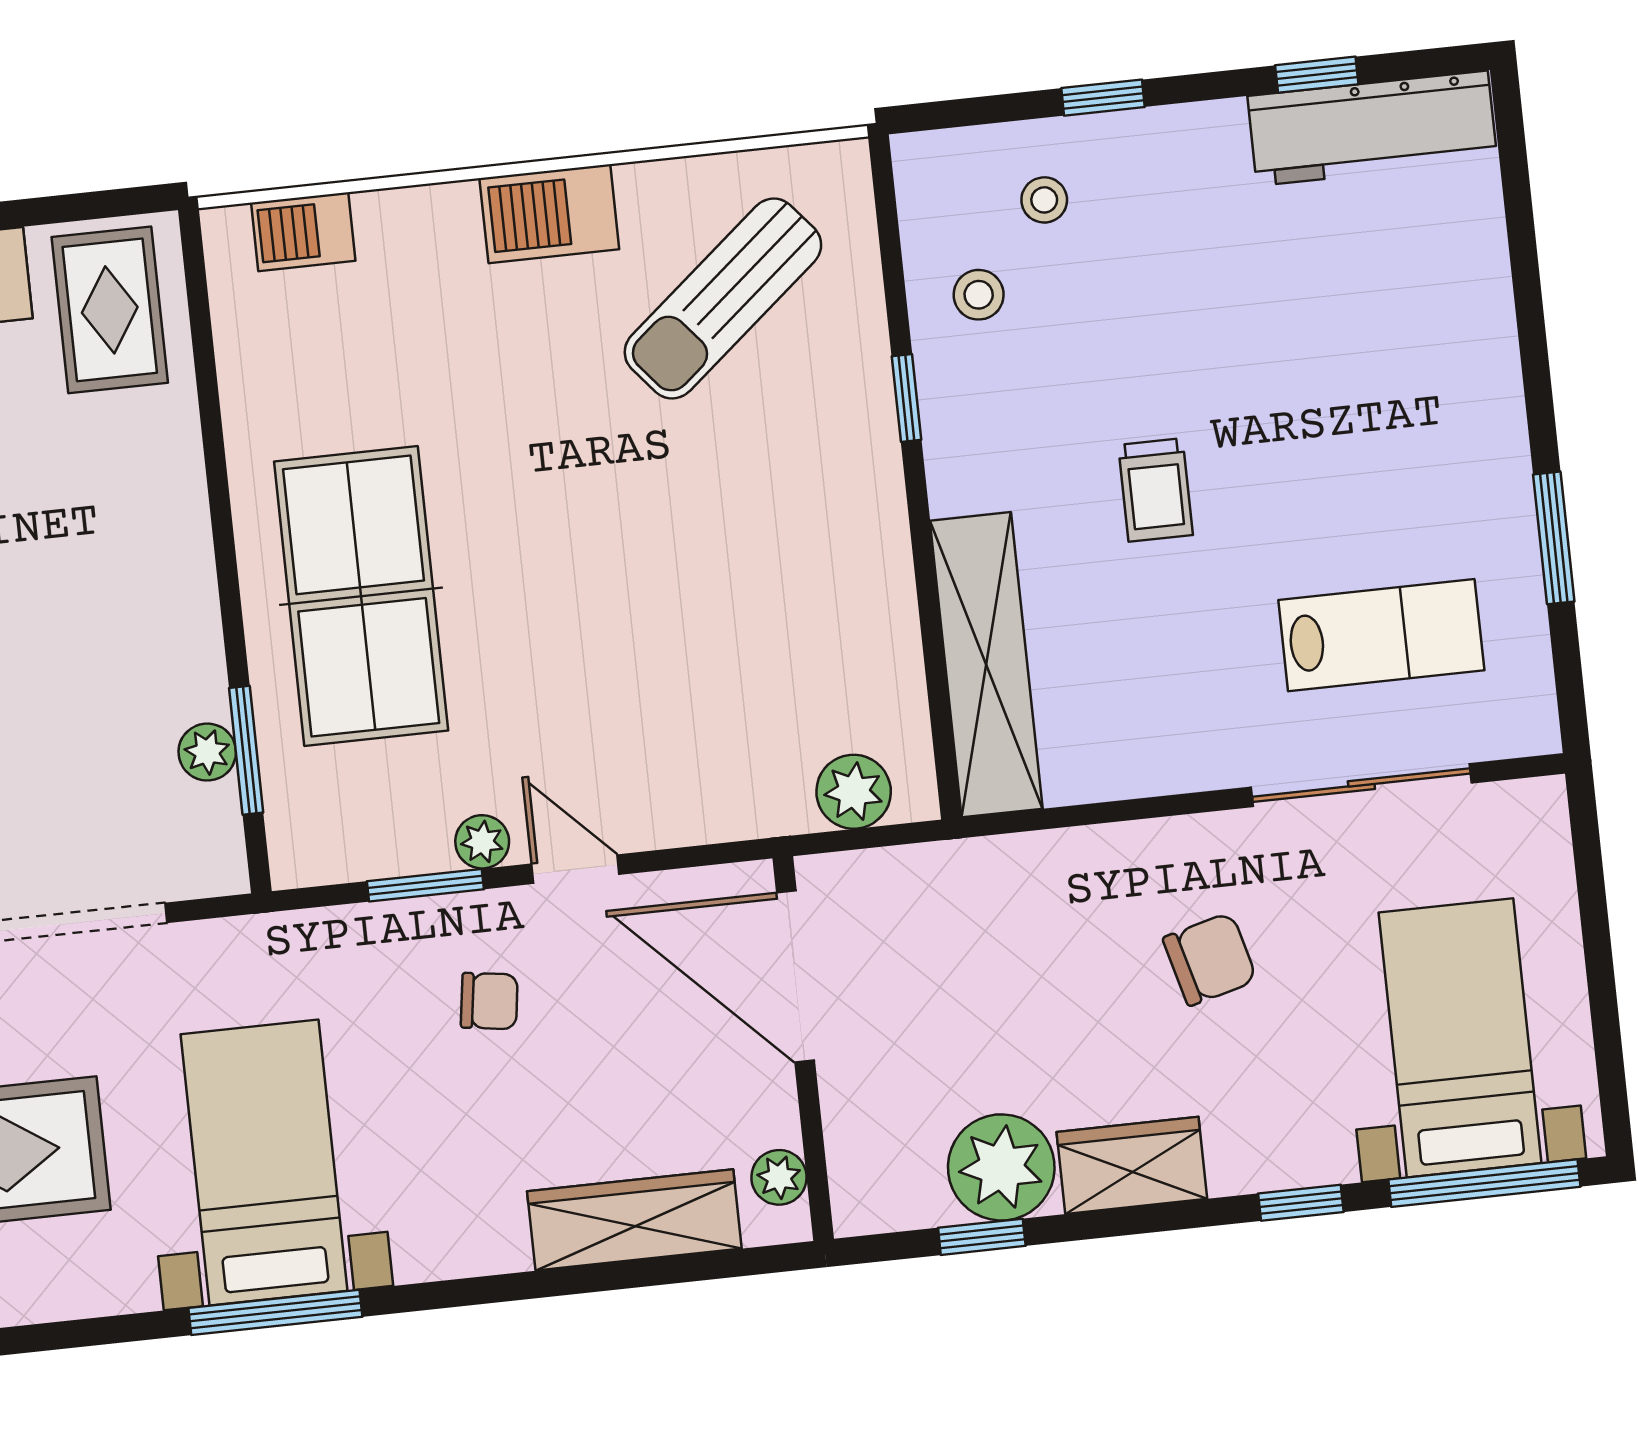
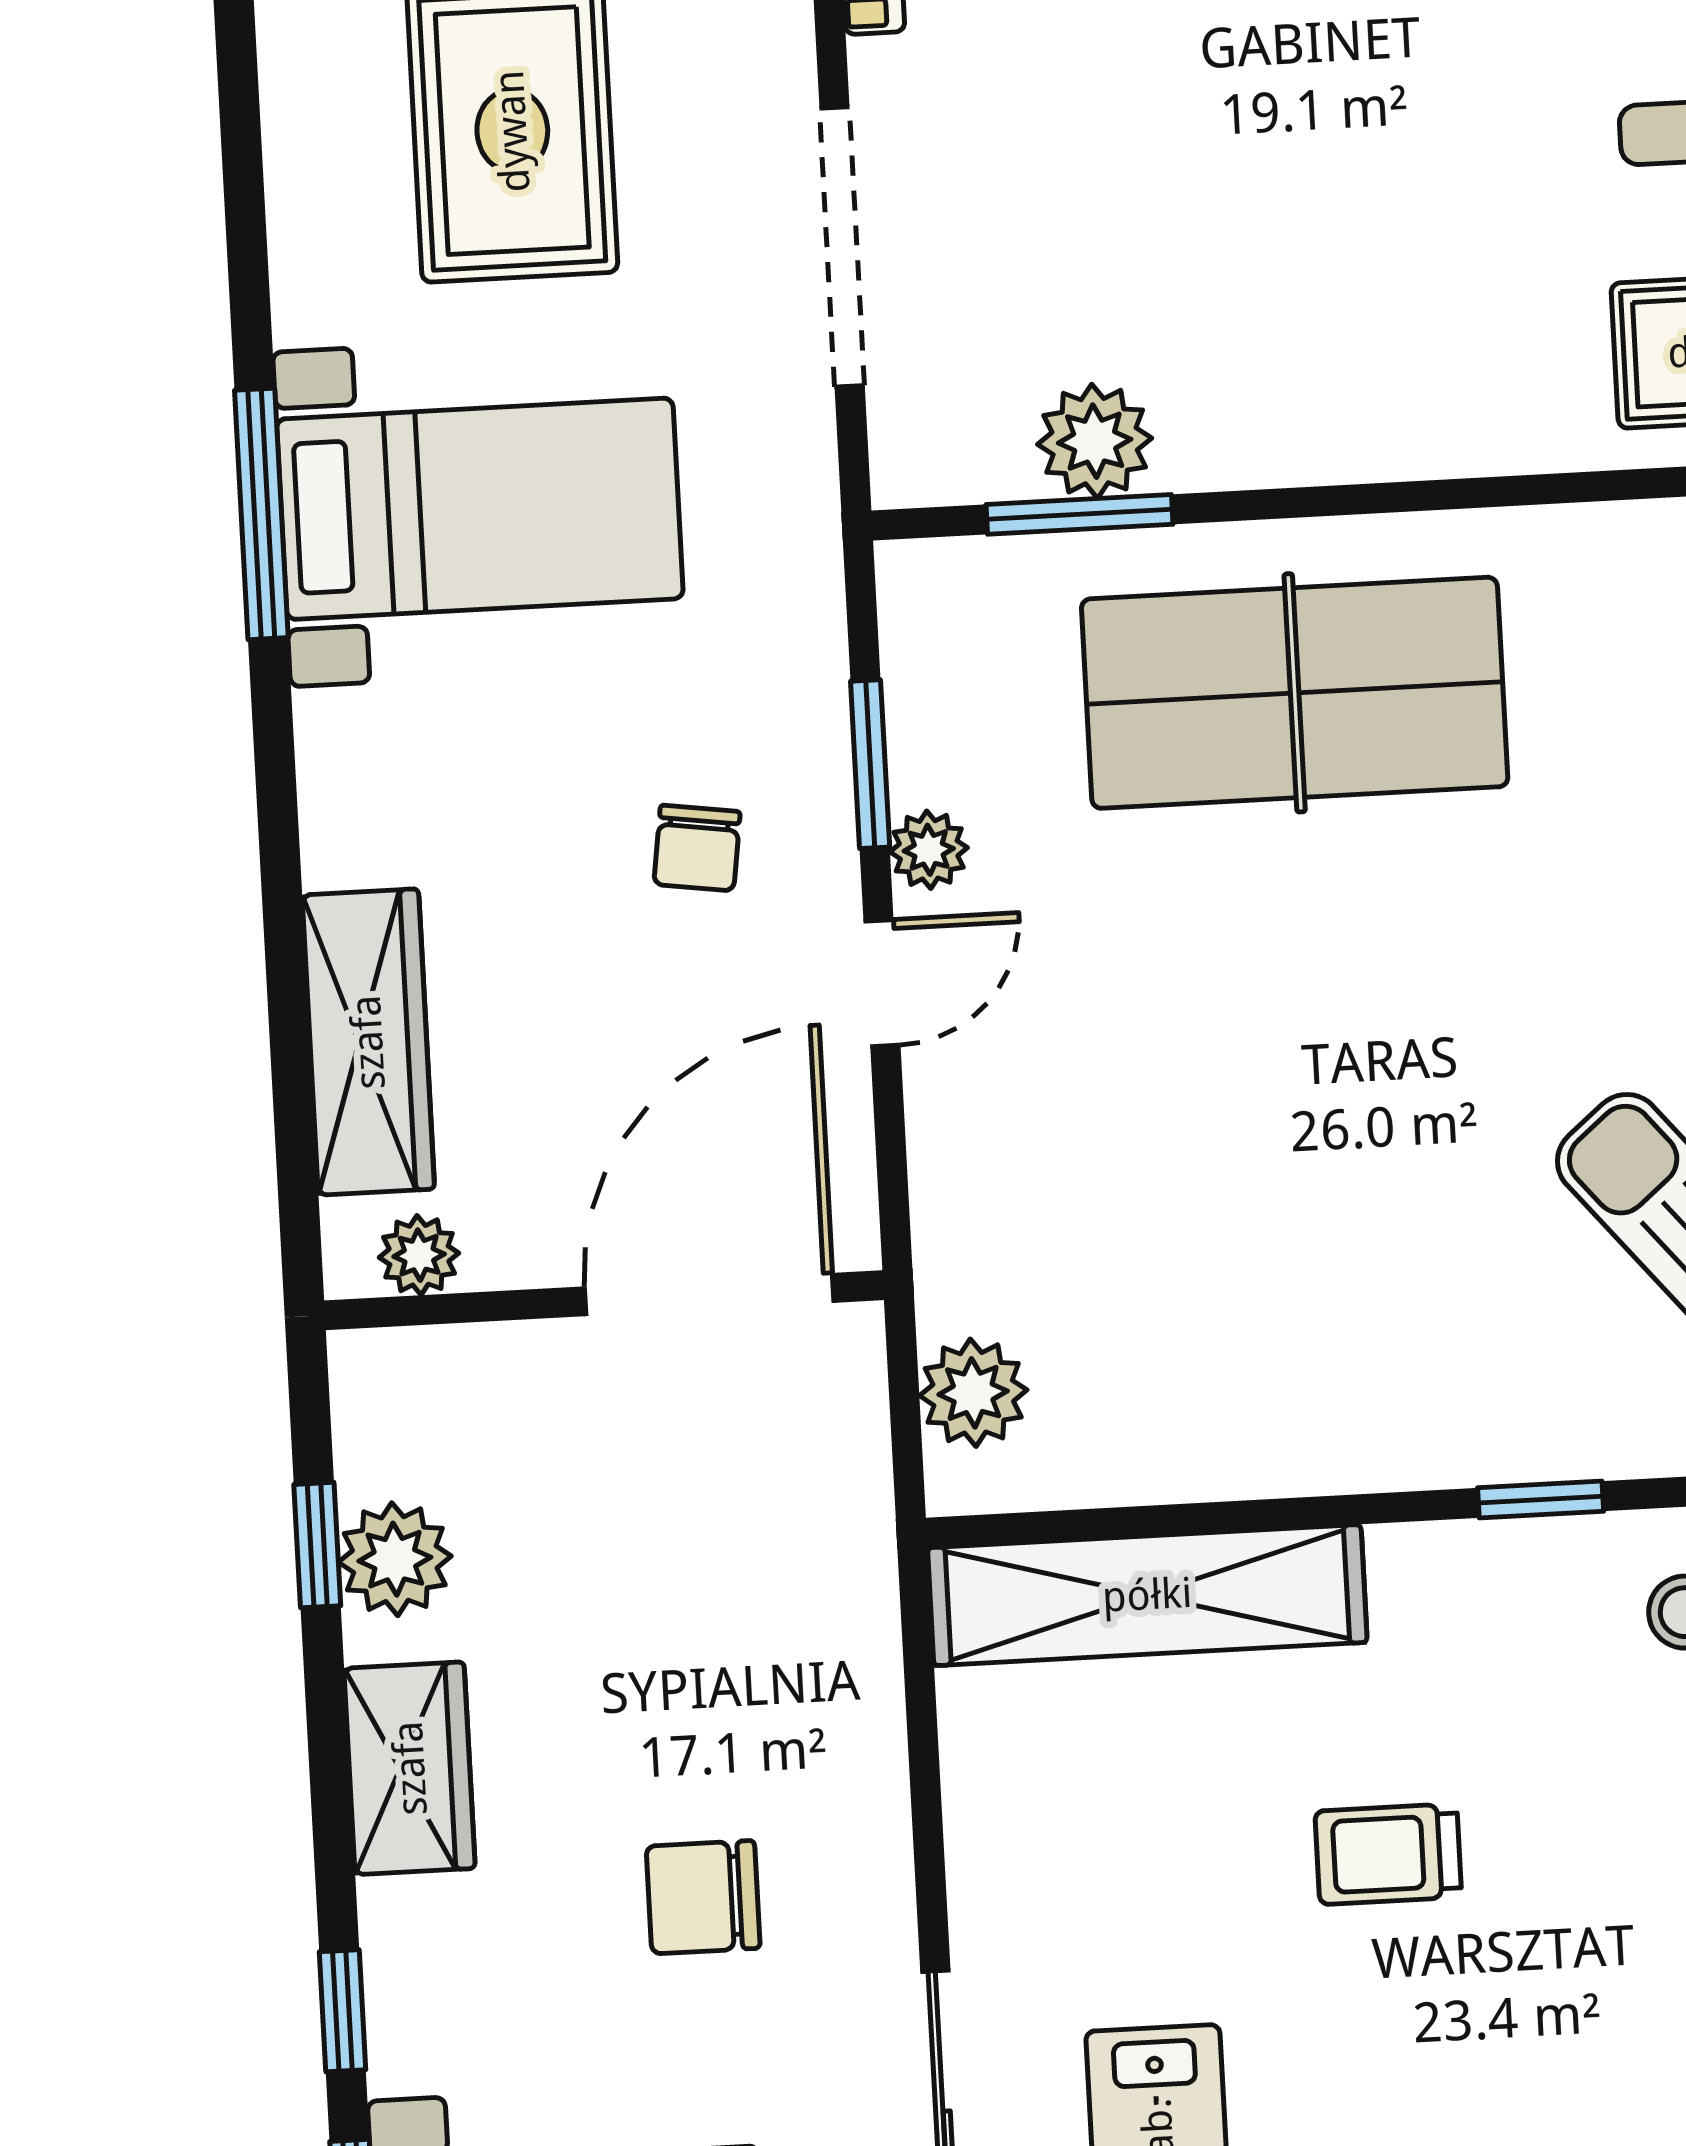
plant: (207, 752) -> (1095, 441), width x1.38, depth x1.38
chair: (1210, 959) -> (703, 1897), turned 105
plant: (1001, 1167) -> (395, 1559), width x0.73, depth x0.73

